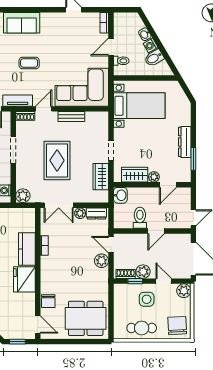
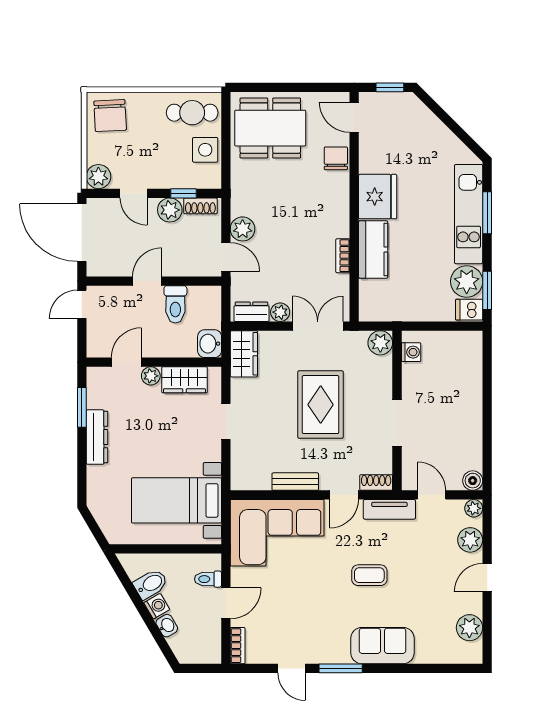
window: (46, 10) -> (341, 668), added
wardrobe: (101, 177) -> (244, 354), moved
side table: (147, 299) -> (205, 150), moved
cafe table: (142, 328) -> (192, 113), moved

